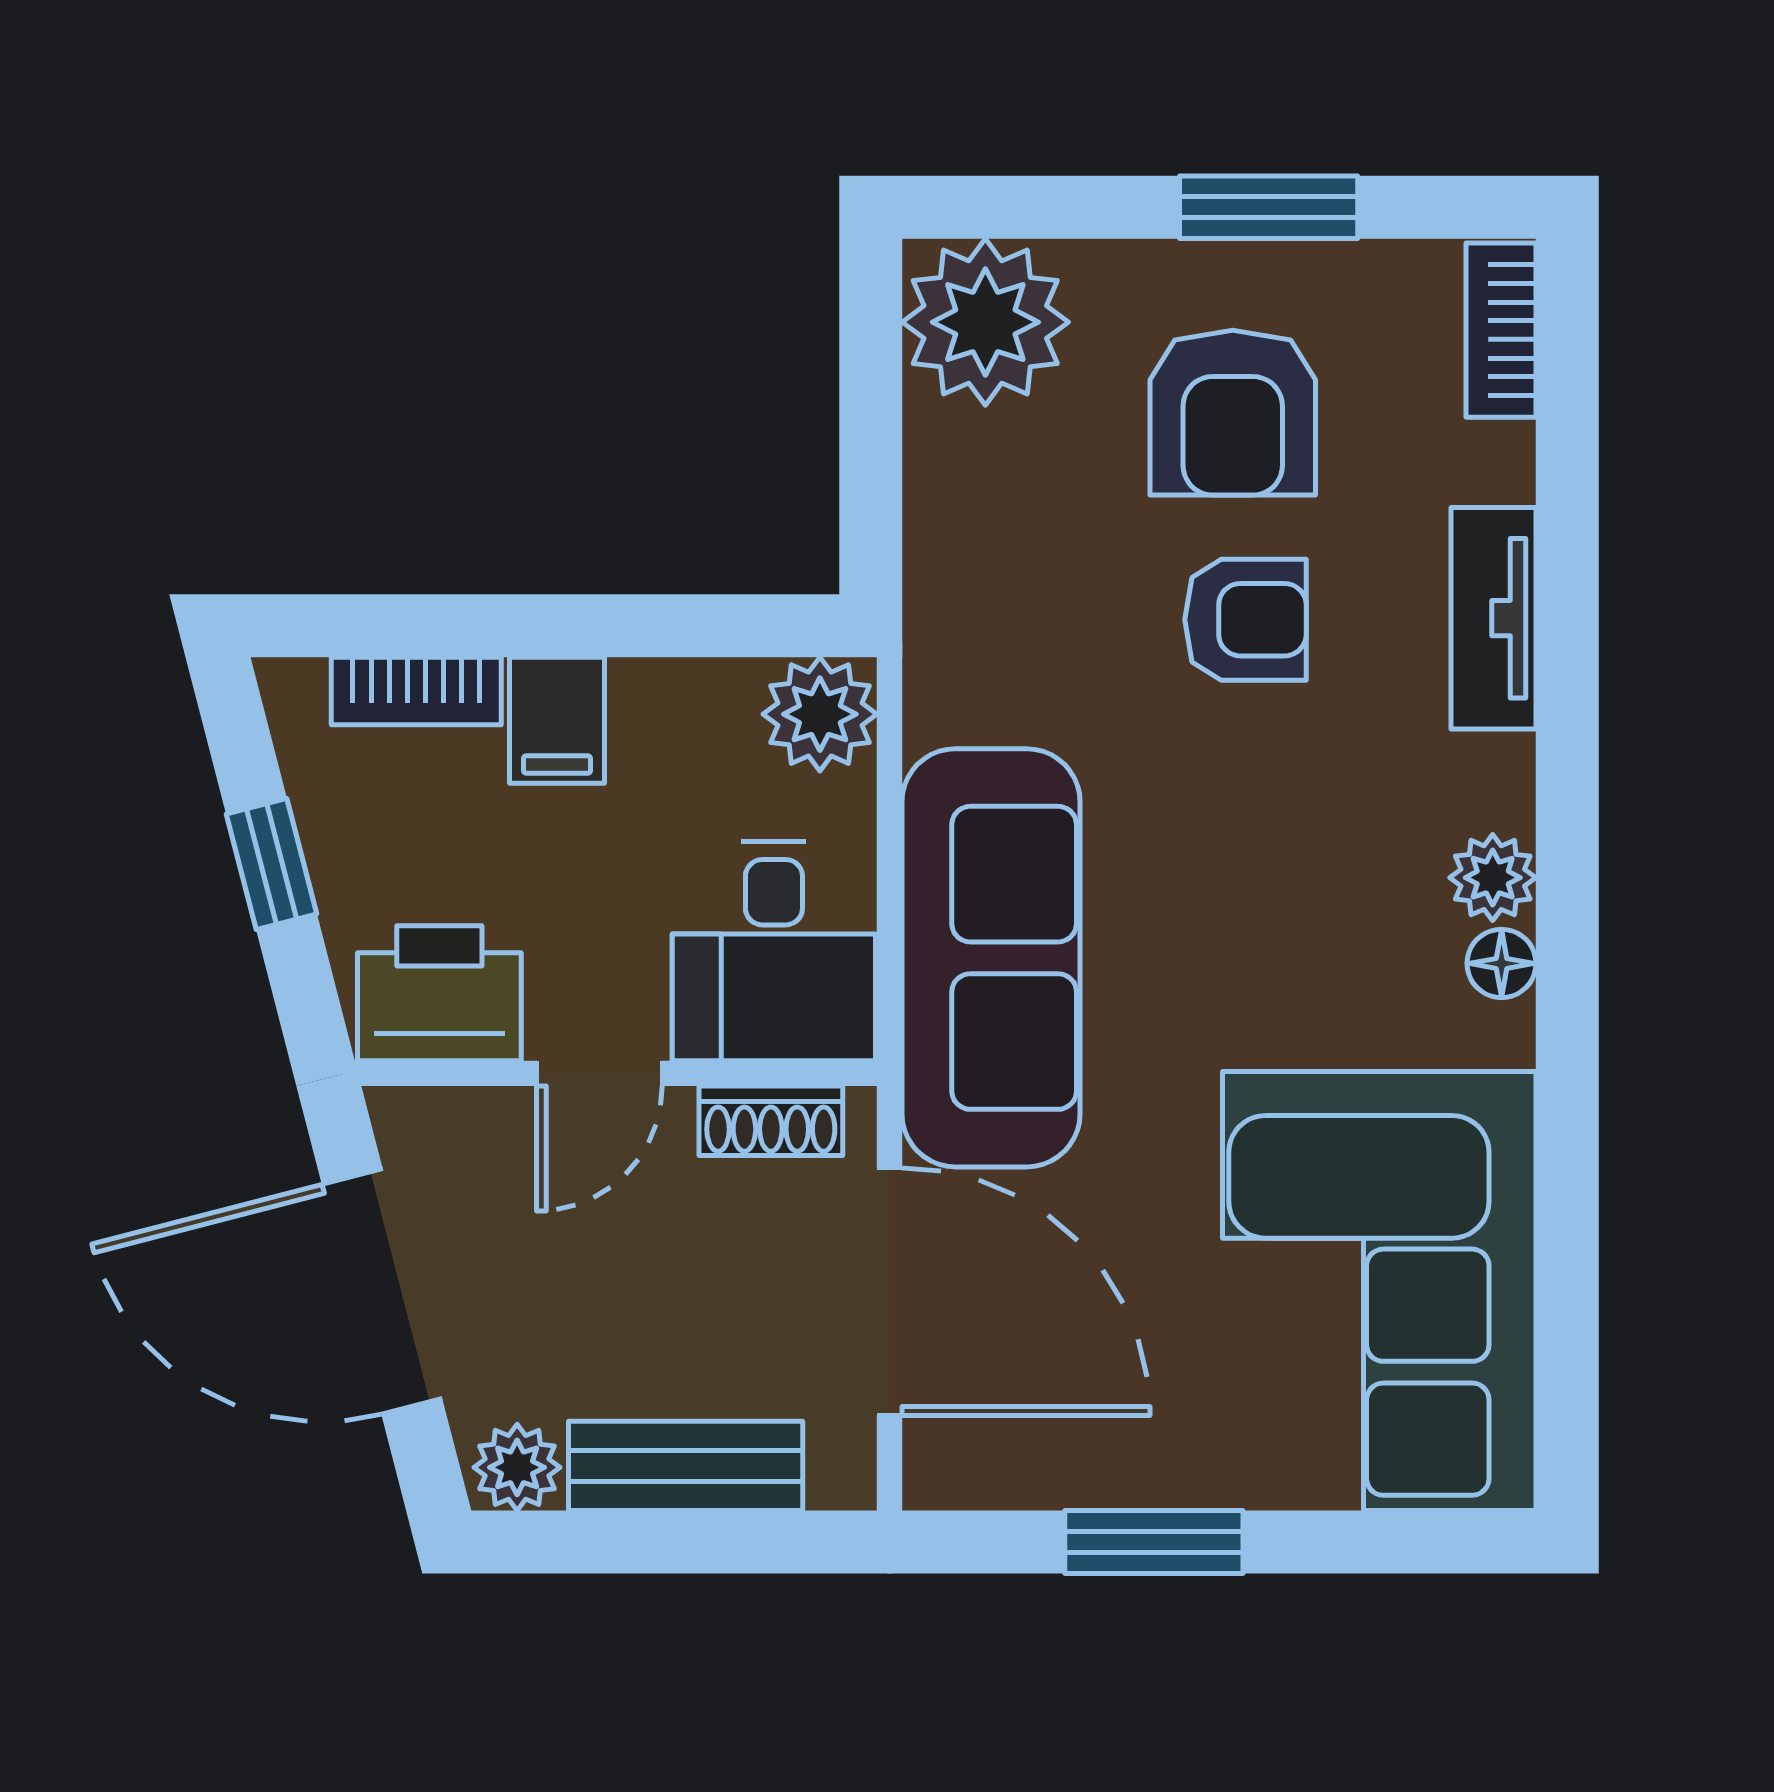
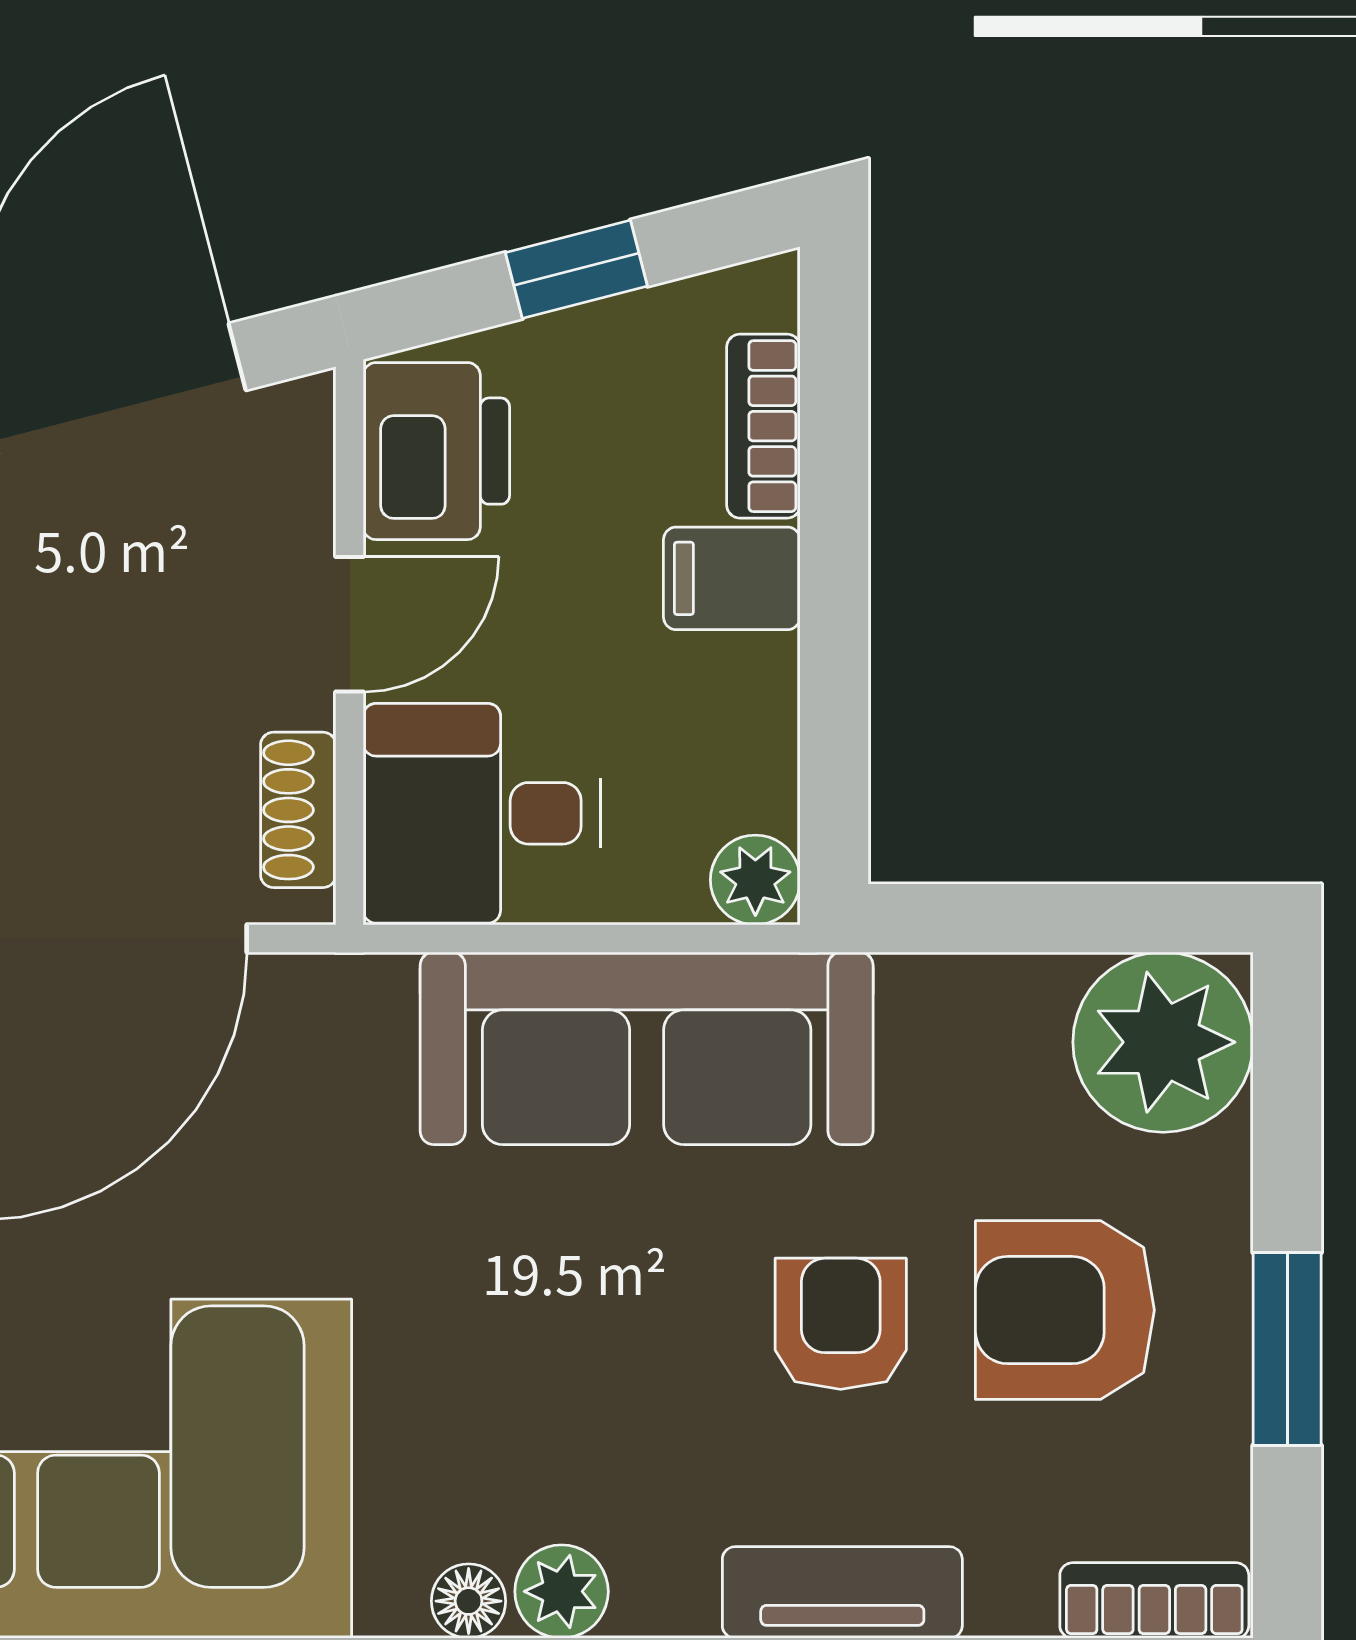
armchair: (1245, 620) -> (841, 1324), turned 180
plant: (820, 714) -> (755, 880), width x0.73, depth x0.73
sofa: (991, 958) -> (647, 1048), moved
door: (599, 1073) -> (350, 624), swing flipped

